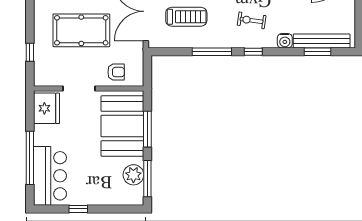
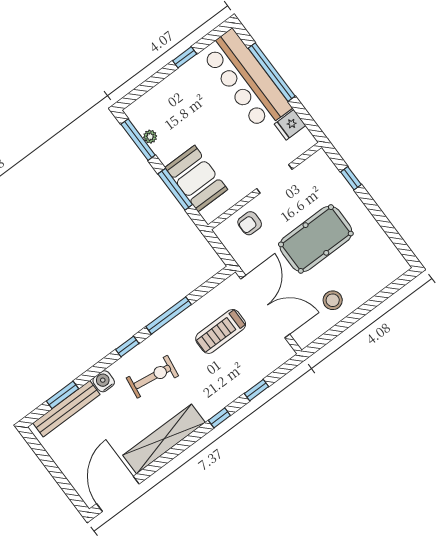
exercise bike: (252, 20) -> (152, 377), width x1.38, depth x1.39
fridge: (47, 108) -> (290, 125), width x0.53, depth x0.75
booth: (122, 126) -> (196, 179), width x0.73, depth x0.70
plant: (133, 175) -> (150, 137), width x0.53, depth x0.53
bar counter: (50, 176) -> (246, 80), width x1.36

